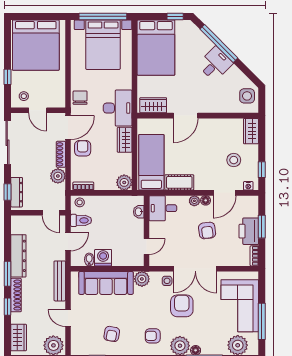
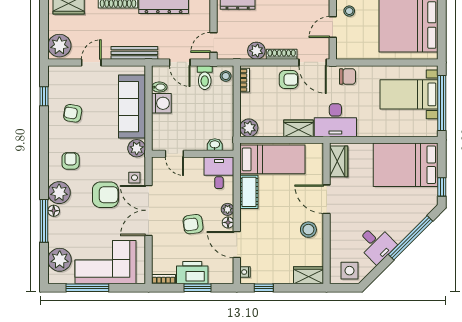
bed with nightstands: (103, 45) -> (409, 94), width x0.73
desk: (215, 64) -> (376, 244), moved
stool: (234, 160) -> (308, 230), moved

